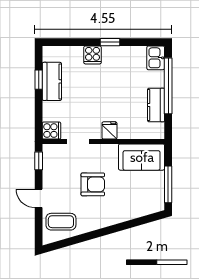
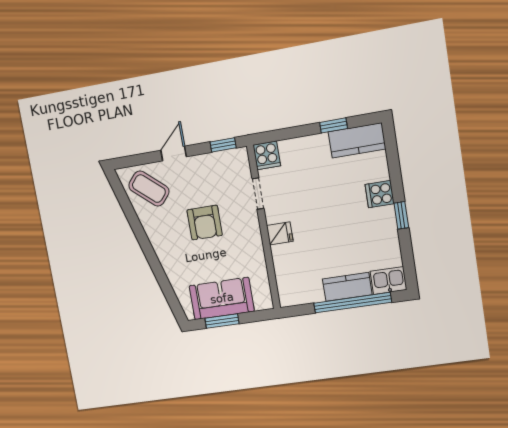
kitchen counter: (52, 81) -> (357, 140), moved
kitchen counter: (156, 105) -> (347, 287), moved
sofa: (142, 157) -> (222, 298), moved, turned 90
window: (168, 184) -> (222, 321), width x0.69
coffee table: (61, 222) -> (149, 189), turned -49

